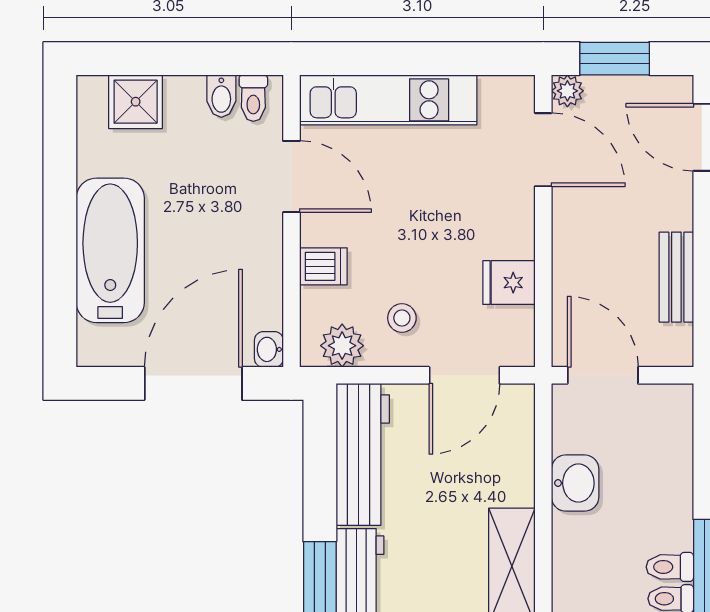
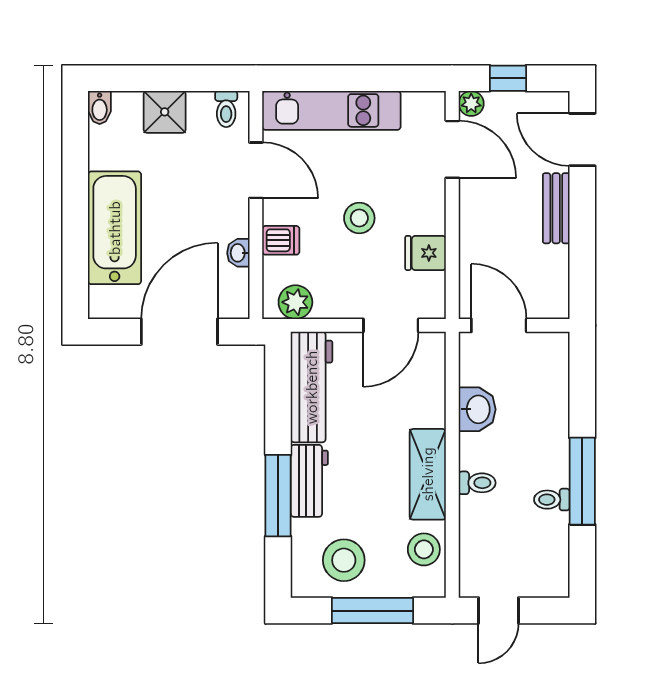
window: (615, 59) -> (508, 78), width x0.67
bidet: (221, 96) -> (100, 107), moved
shower: (136, 102) -> (165, 112), moved
bench: (676, 277) -> (556, 208), moved
stool: (402, 318) -> (359, 218), moved, width x1.37, depth x1.37
washbasin: (269, 349) -> (238, 253), moved
toilet: (670, 567) -> (477, 483), moved, turned 180

